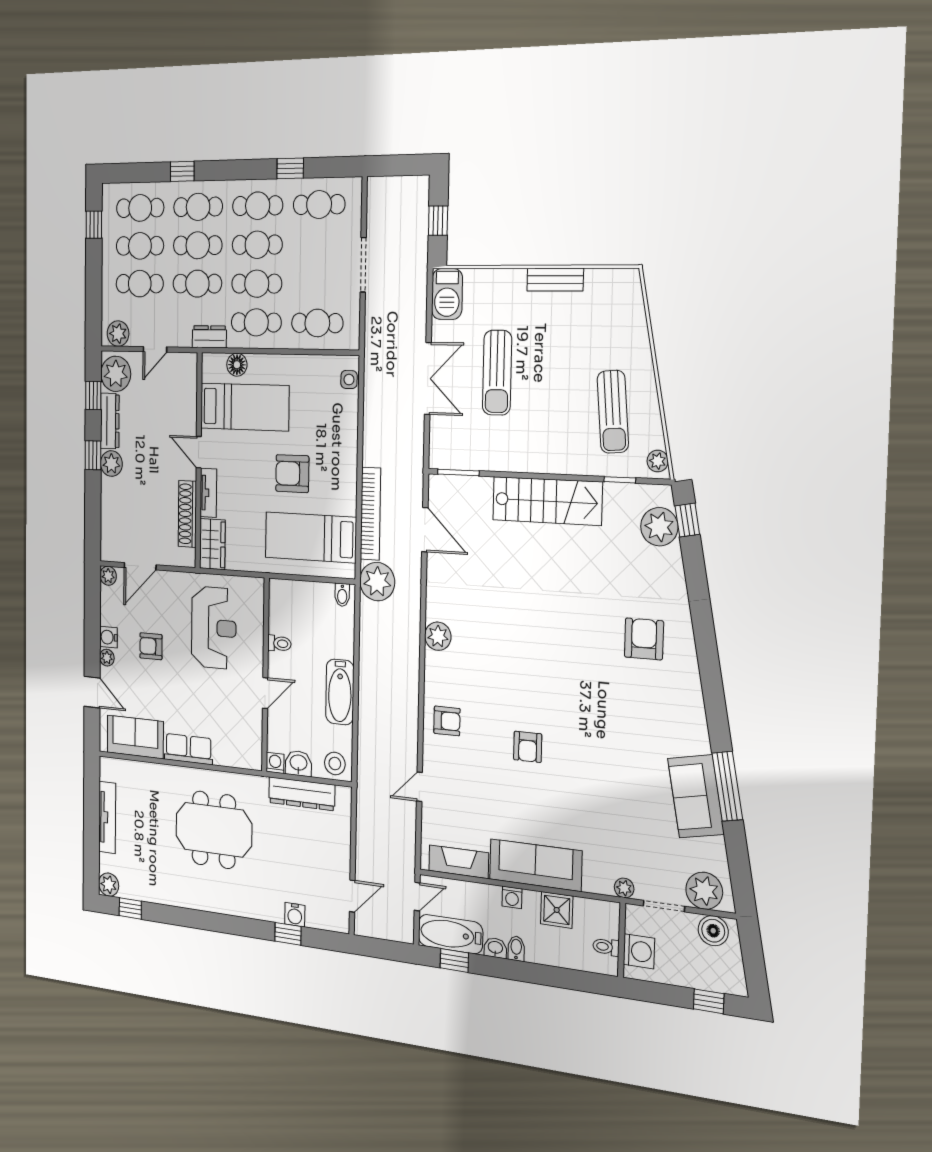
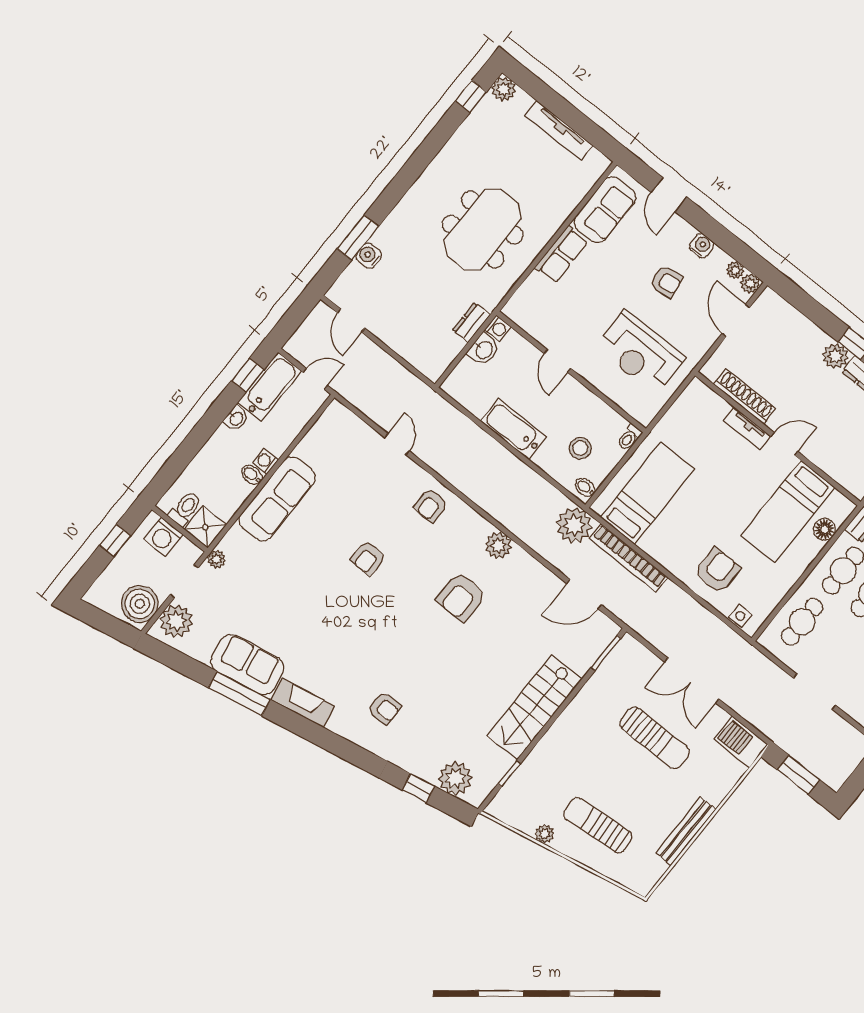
window: (438, 221) -> (798, 775), width x1.50
bench: (555, 280) -> (686, 831), width x1.36
sun lounger: (497, 373) -> (655, 738), turned 180
sun lounger: (613, 412) -> (598, 825), moved
plant: (658, 461) -> (545, 834), moved
armchair: (292, 474) -> (717, 570), moved
window: (687, 520) -> (418, 788), moved
wardrobe: (212, 544) -> (705, 401), removed
armchair: (502, 638) -> (461, 597), added
armchair: (644, 639) -> (385, 708), width x0.72, depth x0.72
toilet: (279, 643) -> (629, 437), moved
armchair: (151, 646) -> (666, 281), turned 82
plant: (107, 658) -> (735, 270), moved
door: (92, 692) -> (669, 195), hinge flipped
armchair: (528, 747) -> (368, 558), turned -90
stool: (335, 764) -> (580, 448), moved
dresser: (302, 794) -> (471, 323), width x0.51, depth x0.80
fireplace: (459, 862) -> (303, 703), moved, turned -101
door: (417, 897) -> (315, 379), swing flipped
shower: (557, 910) -> (205, 527), moved
boiler: (713, 931) -> (140, 604), width x1.37, depth x1.37
window: (288, 934) -> (358, 238), width x1.50
toilet: (606, 947) -> (185, 509), width x1.37, depth x1.39
bidet: (516, 948) -> (252, 475), moved, turned 180
window: (709, 1001) -> (115, 540), moved

